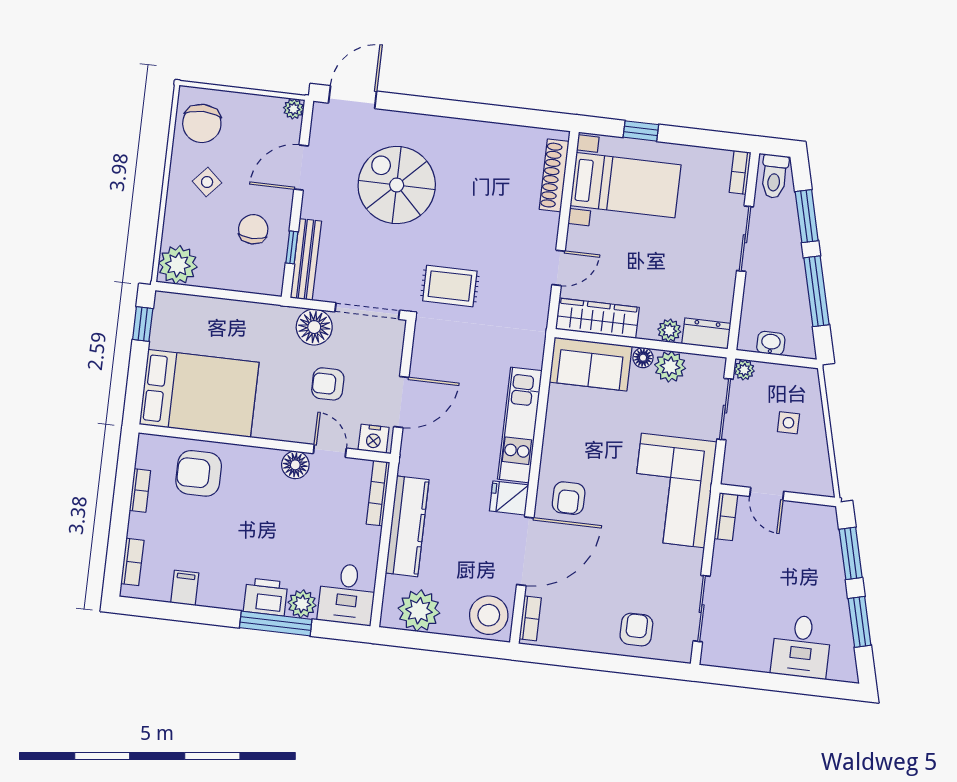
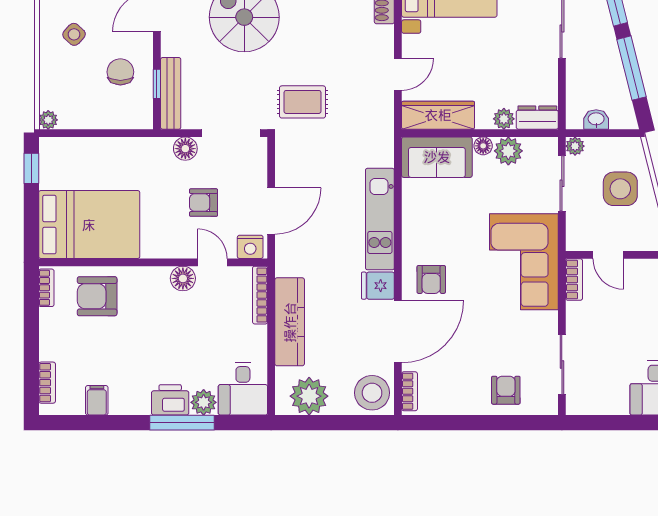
plant: (178, 265) -> (48, 120), width x0.53, depth x0.53
floor lamp: (314, 327) -> (185, 149), width x0.73, depth x0.73
side table: (788, 423) -> (620, 189), width x1.87, depth x1.87
bookcase: (140, 491) -> (46, 288), moved

